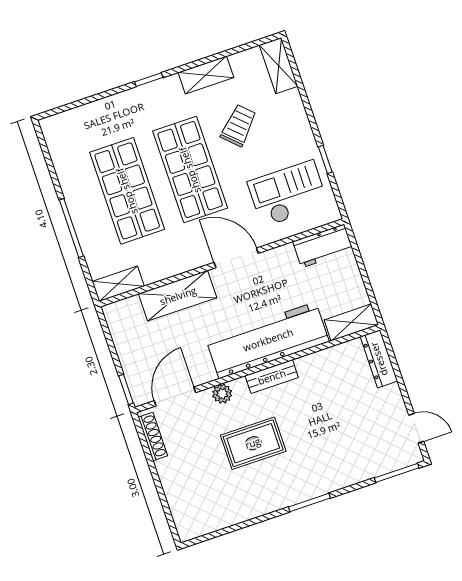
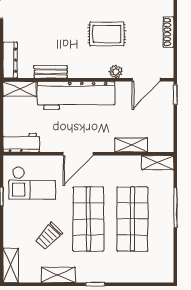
door: (236, 258) -> (78, 154), hinge flipped
shelving: (178, 296) -> (131, 145), width x0.67, depth x0.75
bench: (272, 377) -> (51, 72), moved
shoe rack: (153, 437) -> (168, 32), moved

